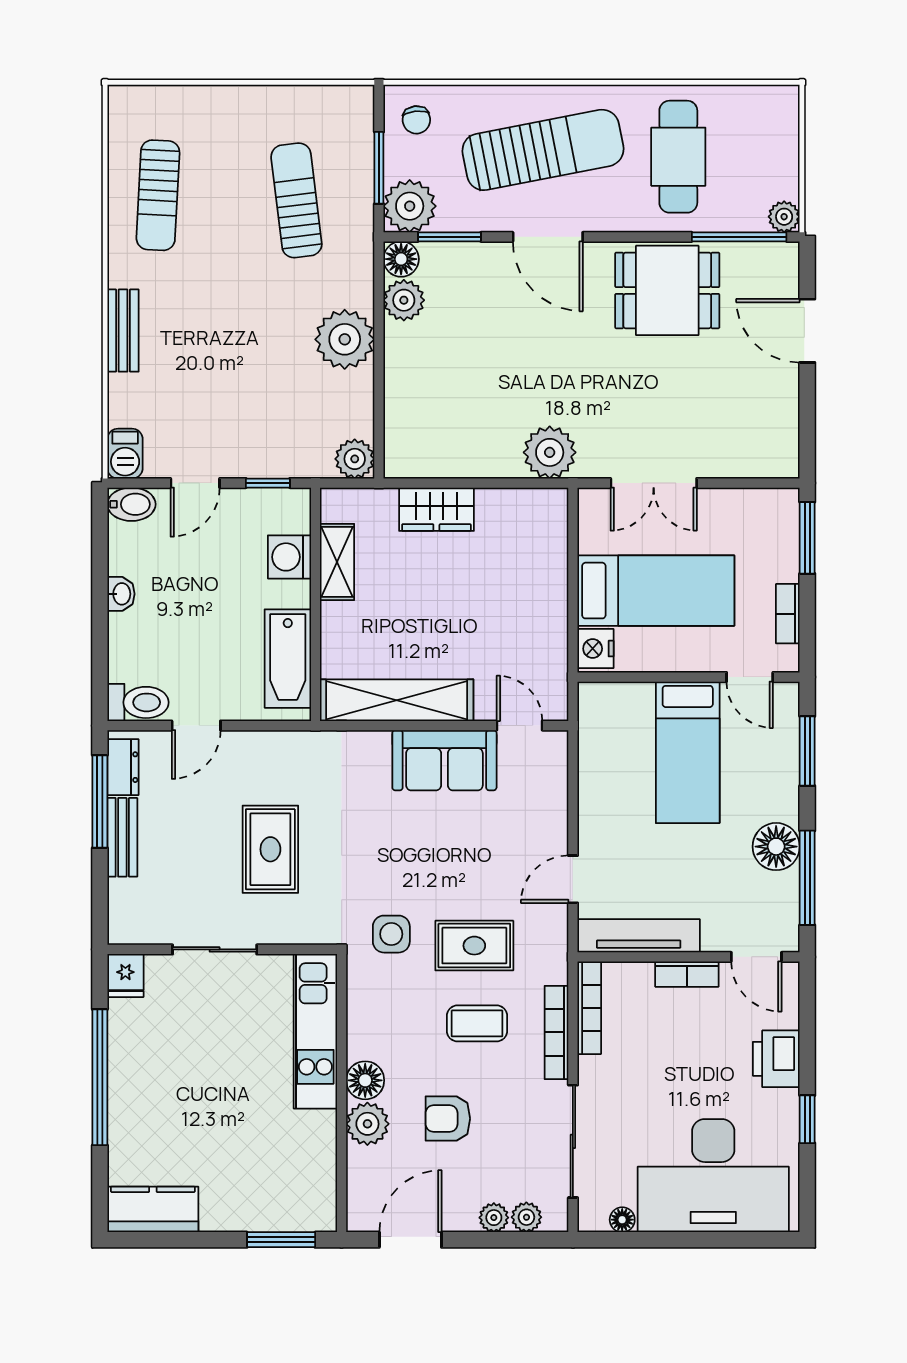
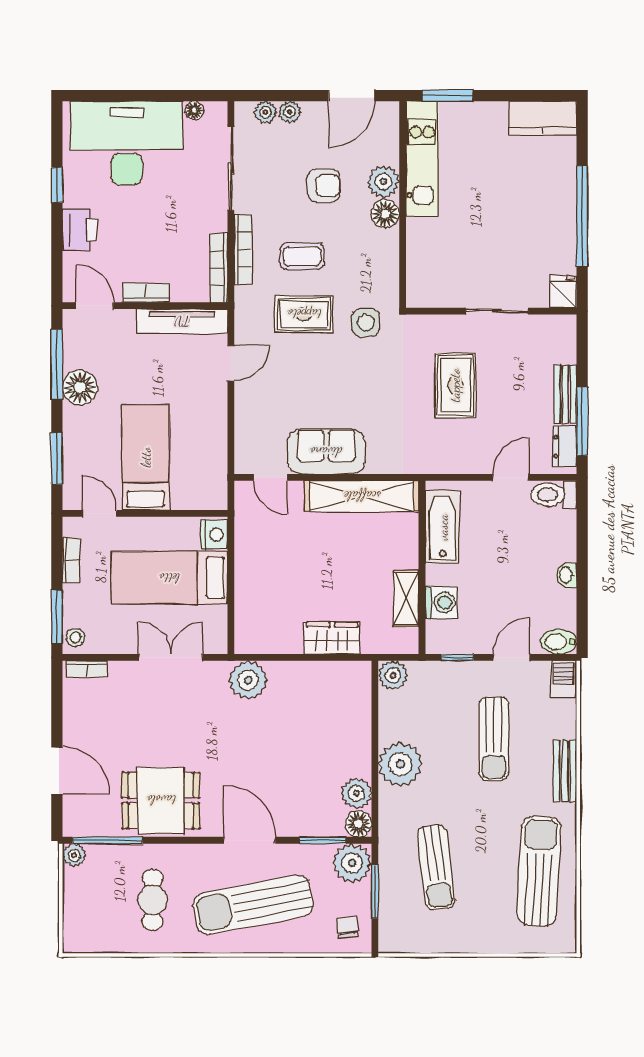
cafe table: (678, 157) -> (153, 900), width x0.73, depth x0.74
sun lounger: (158, 195) -> (539, 871), width x1.36, depth x1.34
sun lounger: (219, 374) -> (494, 739), added
bookcase: (767, 467) -> (87, 669), added
stool: (782, 510) -> (75, 638), added
kitchen unit: (315, 1031) -> (422, 159), moved

